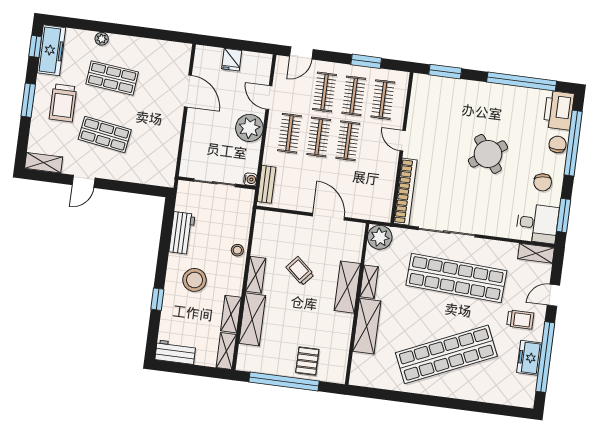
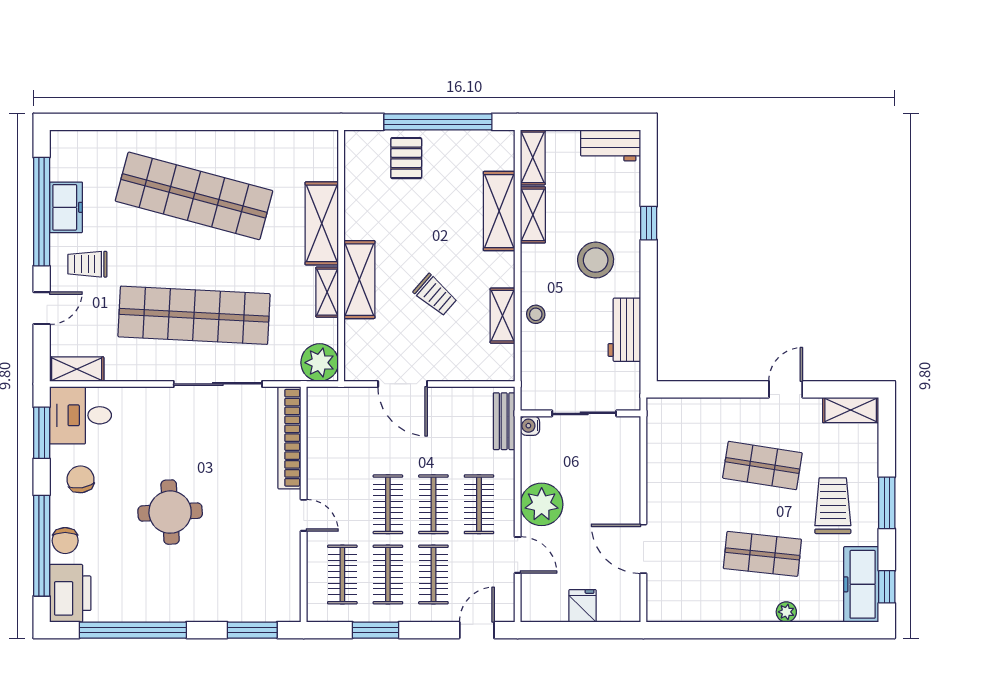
round table: (488, 154) -> (170, 512), turned 33
shelving: (256, 275) -> (503, 316), moved
shop shelf: (446, 354) -> (194, 196), turned 39

